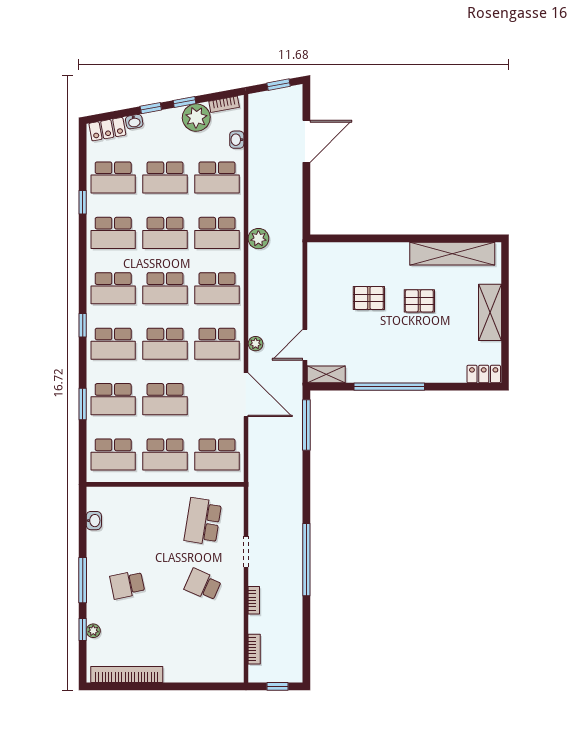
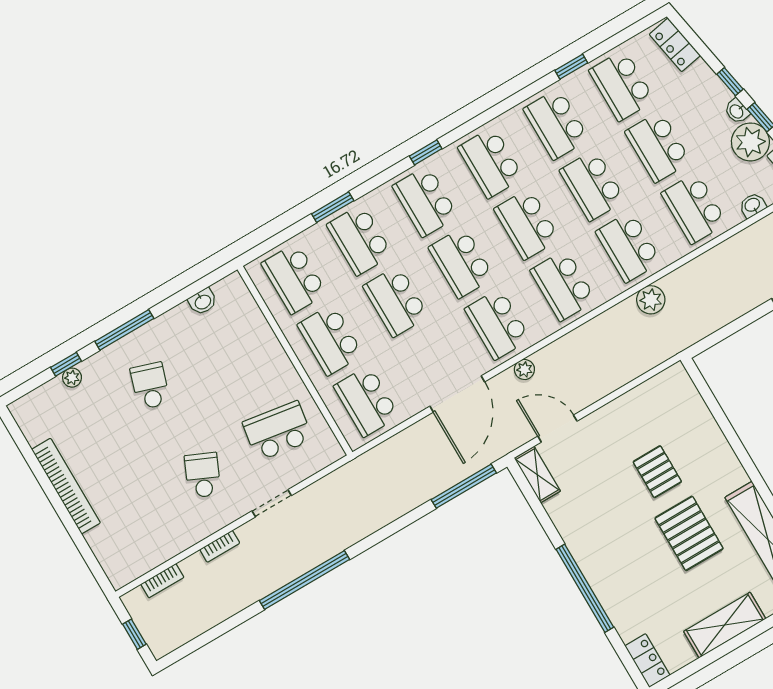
washbasin: (134, 122) -> (737, 111), moved
pallet: (419, 301) -> (689, 533), width x1.50, depth x1.42
window: (389, 387) -> (585, 588), moved
school desk: (127, 585) -> (150, 386), turned 30
bookcase: (127, 675) -> (66, 486), moved

